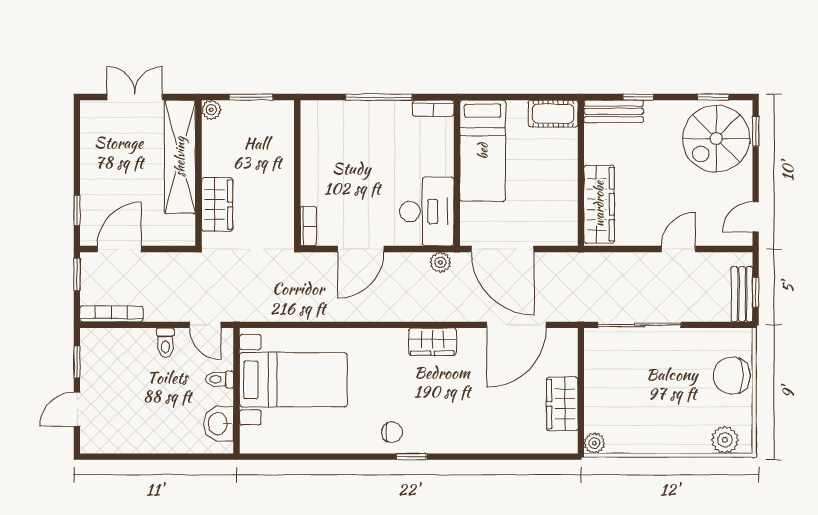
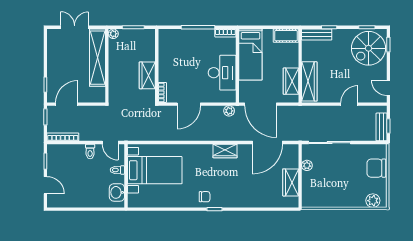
wardrobe: (217, 204) -> (147, 75), moved, turned 180
wardrobe: (563, 204) -> (291, 81), added
desk: (427, 211) -> (222, 73), moved
door: (756, 217) -> (388, 88), hinge flipped
door: (77, 409) -> (45, 185), swing flipped
plant: (594, 443) -> (307, 165), moved

